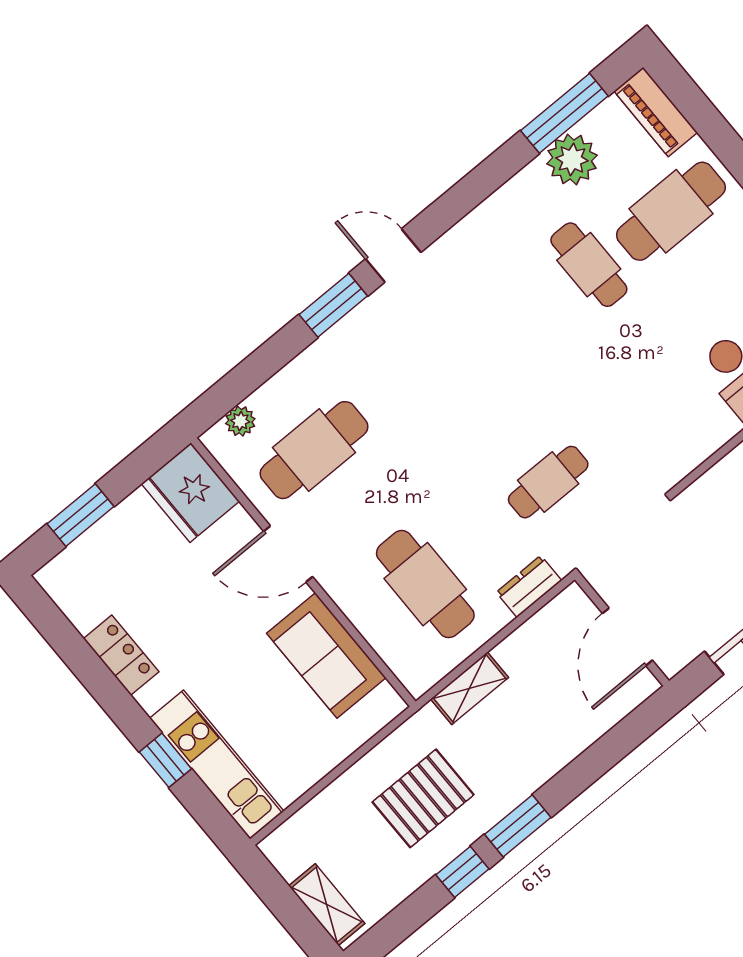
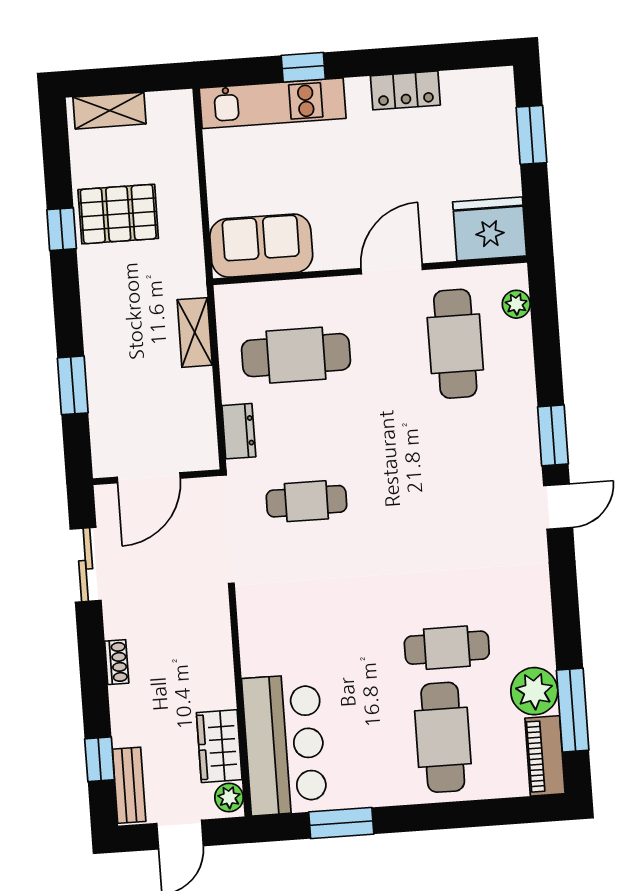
piano: (656, 112) -> (545, 756), moved, turned -90
cafe table: (548, 482) -> (306, 501), turned 90
door: (627, 637) -> (149, 478), swing flipped
sofa: (326, 656) -> (261, 246), moved
pallet: (423, 798) -> (118, 214), moved, turned 90
window: (518, 826) -> (73, 385), moved

